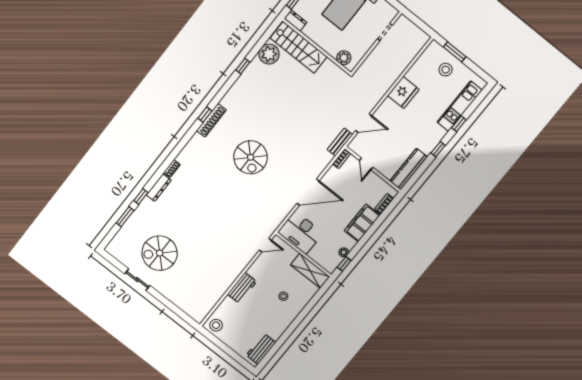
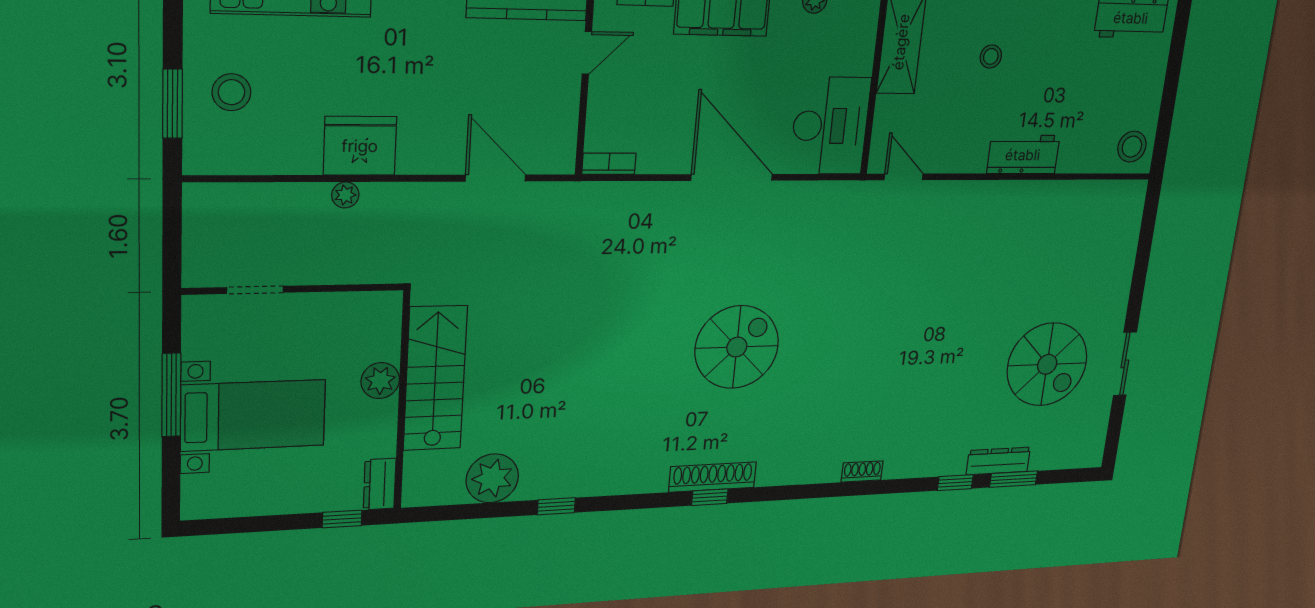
stairs: (299, 47) -> (435, 378), moved
plant: (344, 58) -> (380, 381), moved
plant: (392, 78) -> (345, 195), added
bench: (340, 142) -> (575, 195), removed
door: (366, 164) -> (587, 53), moved
dresser: (159, 187) -> (998, 461), moved

